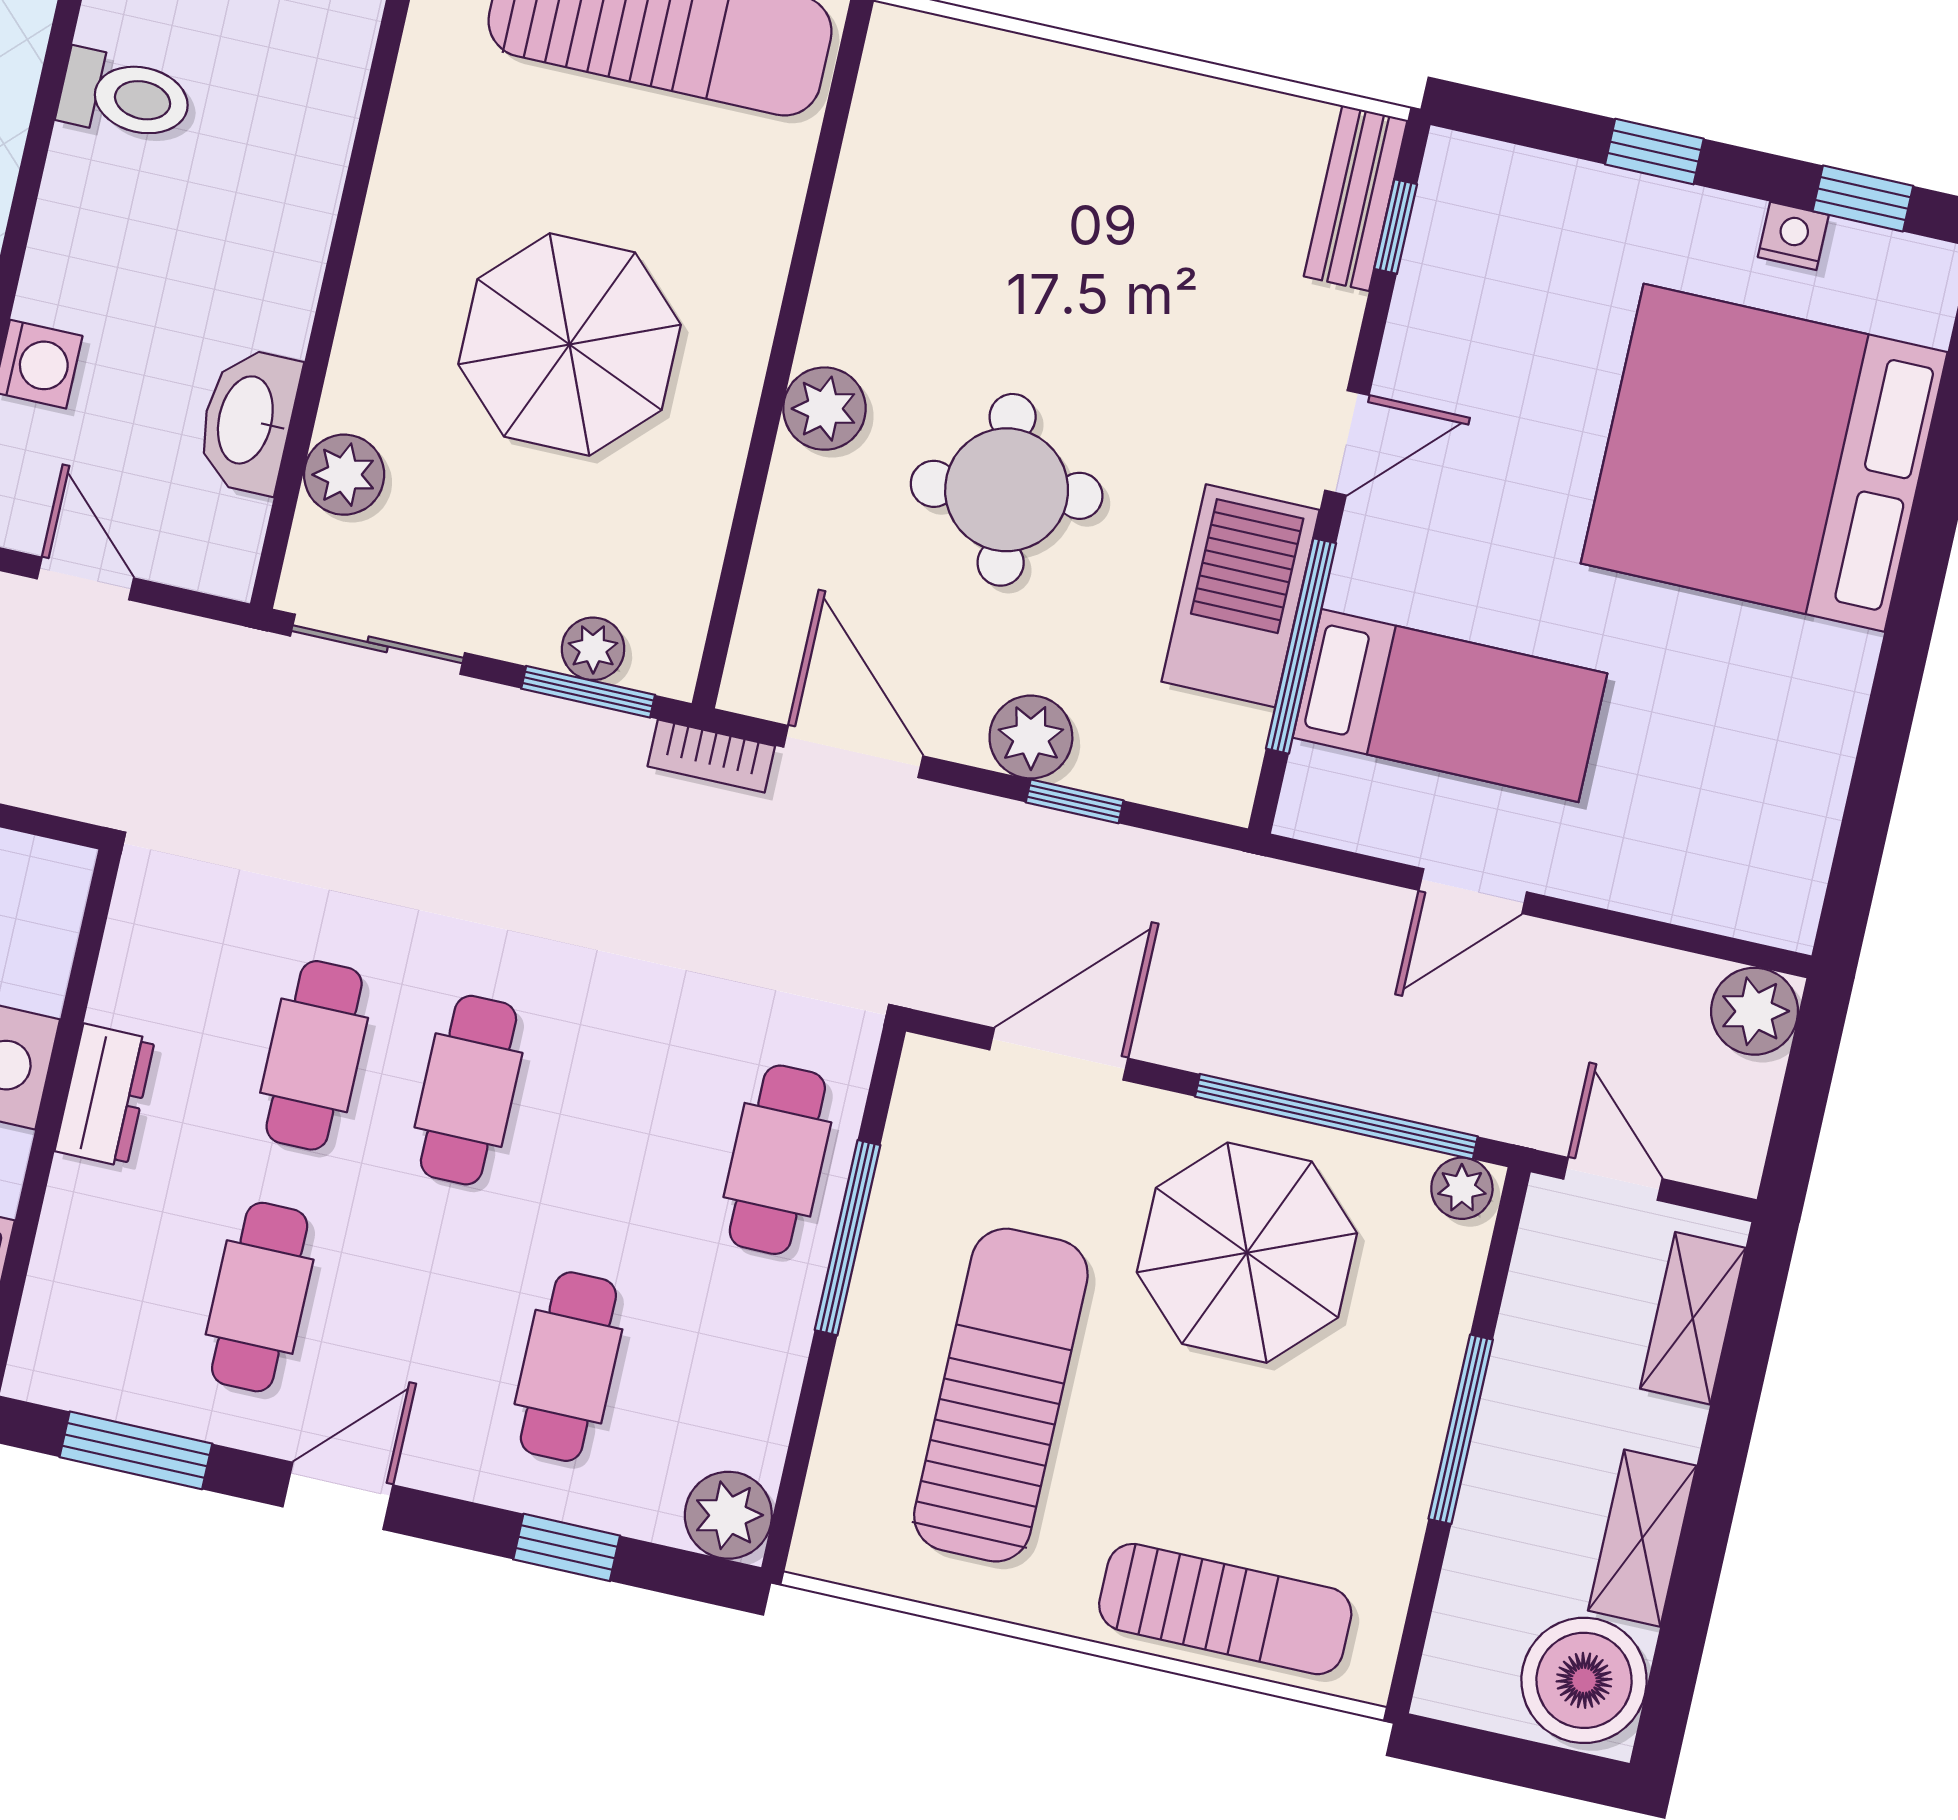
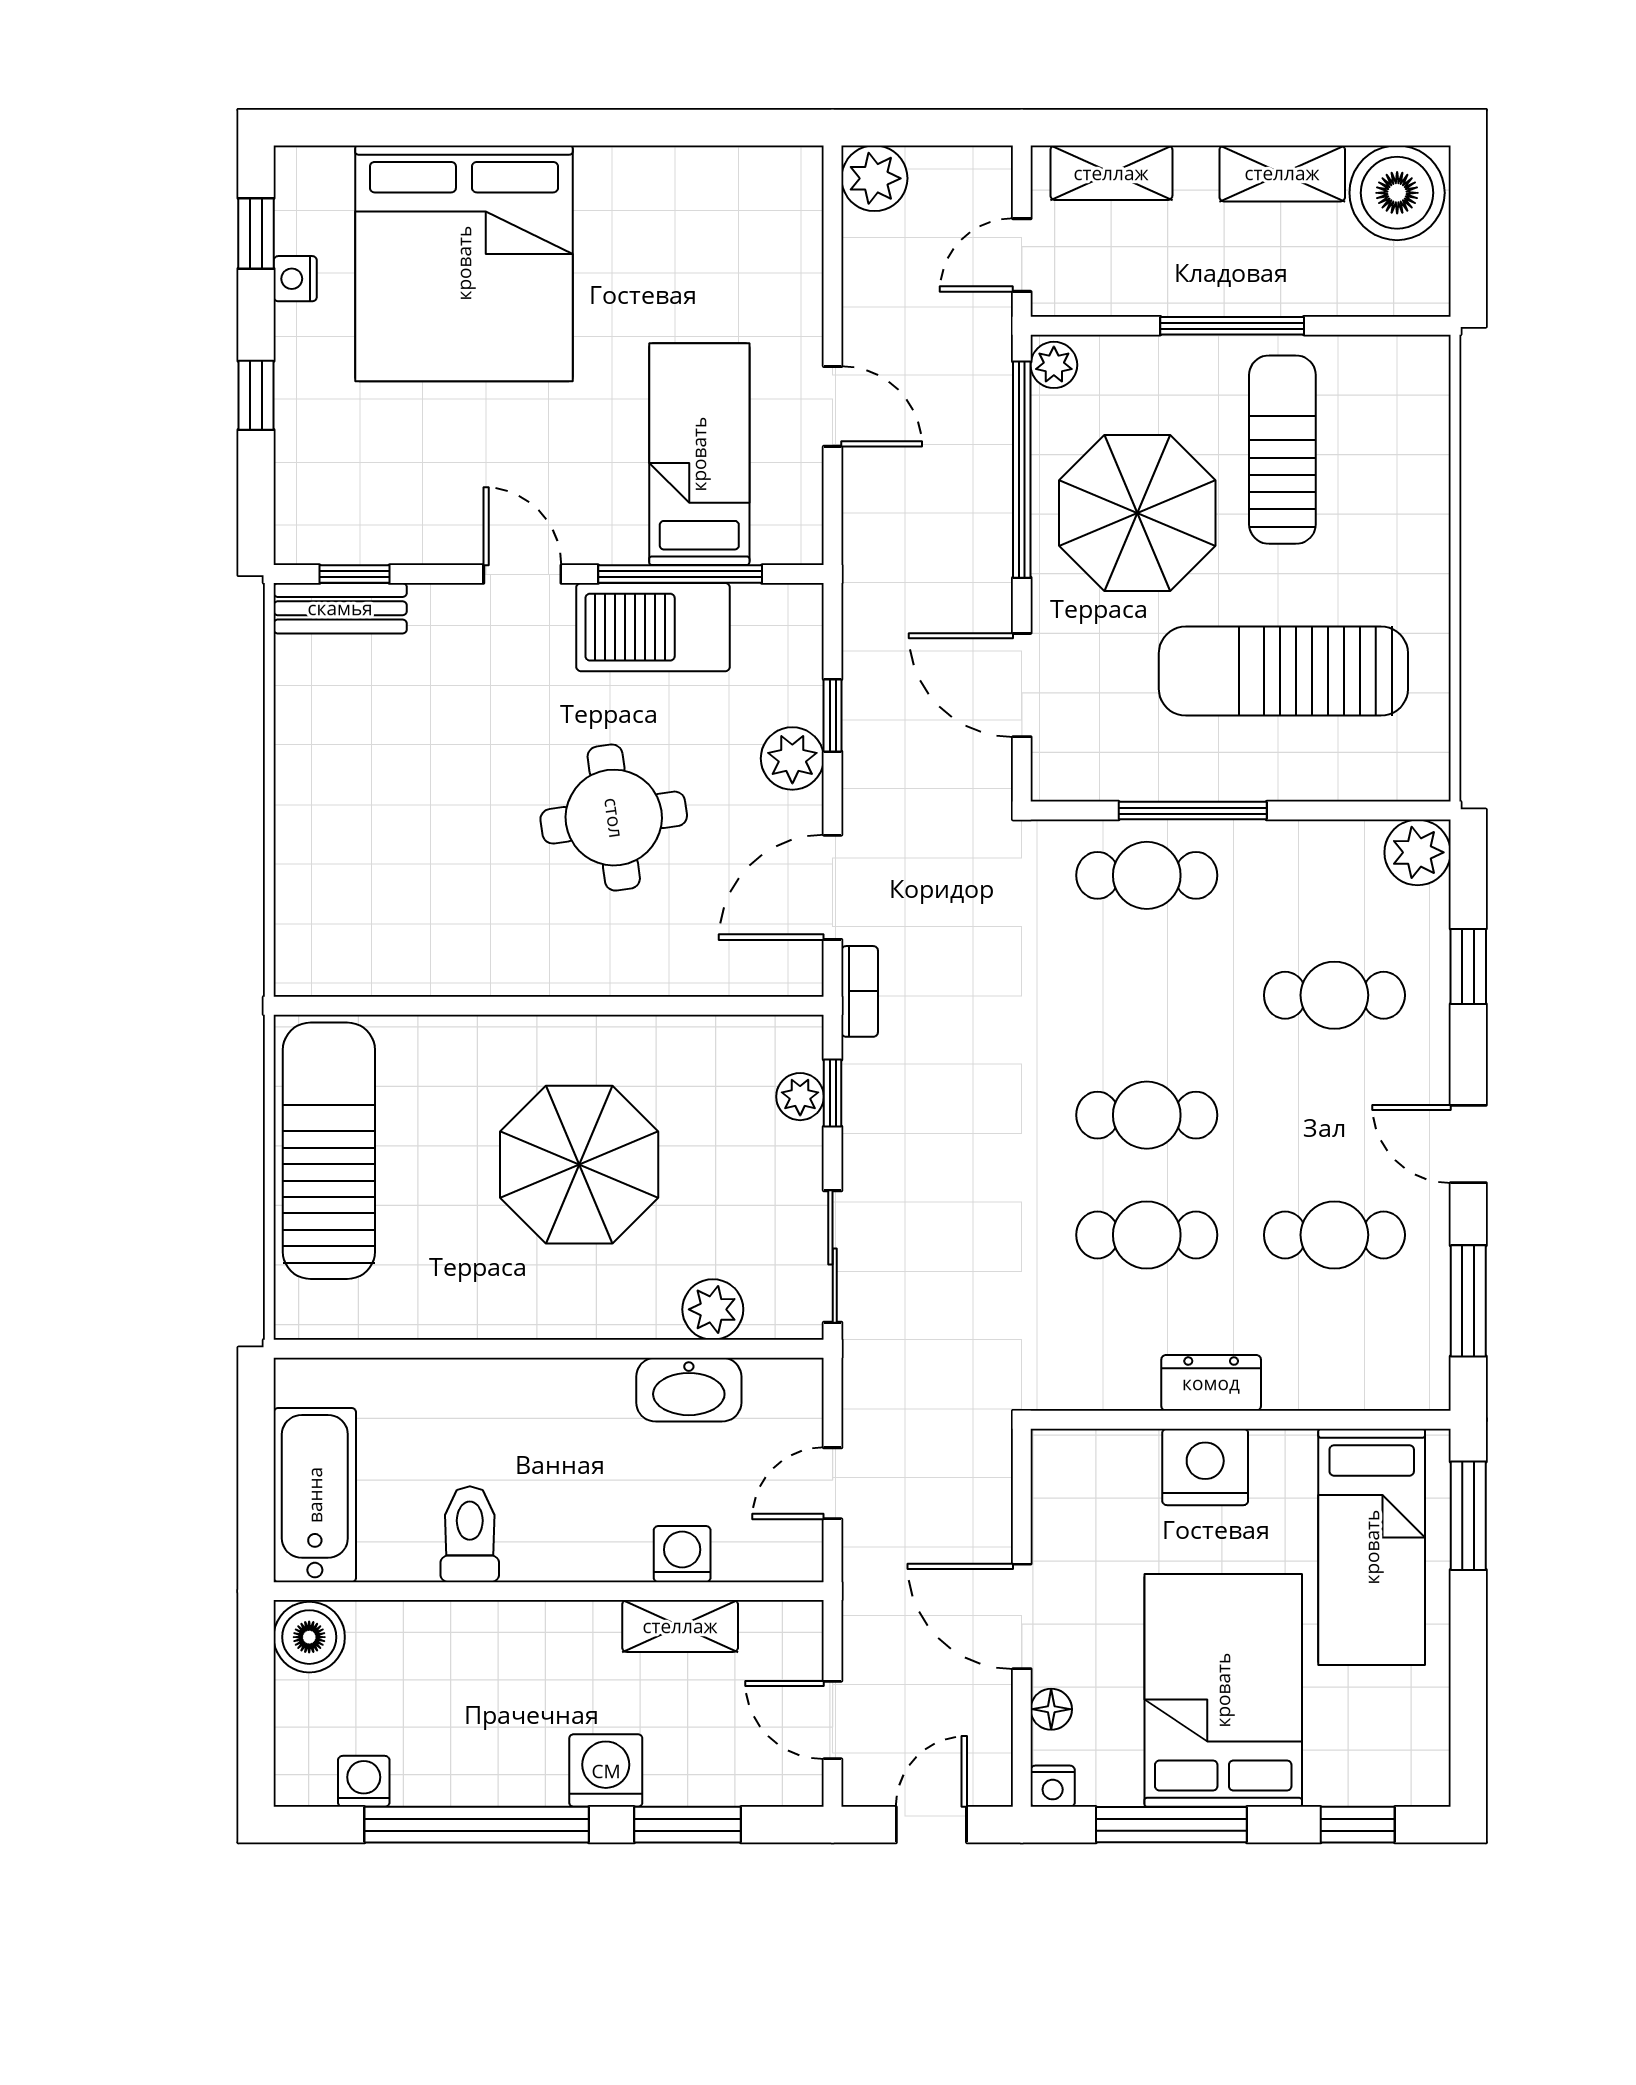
plant: (824, 409) -> (584, 966), removed
window: (588, 692) -> (833, 1093), width x0.67
sun lounger: (1225, 1609) -> (1282, 450), moved

